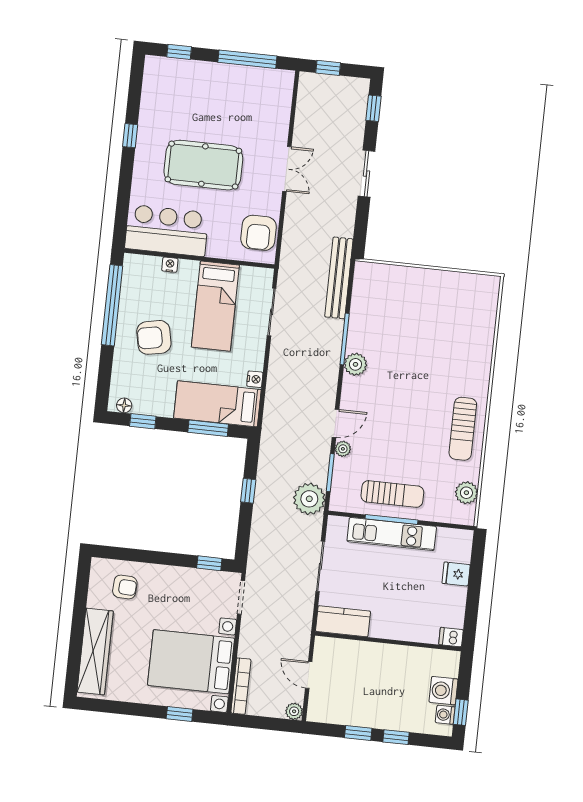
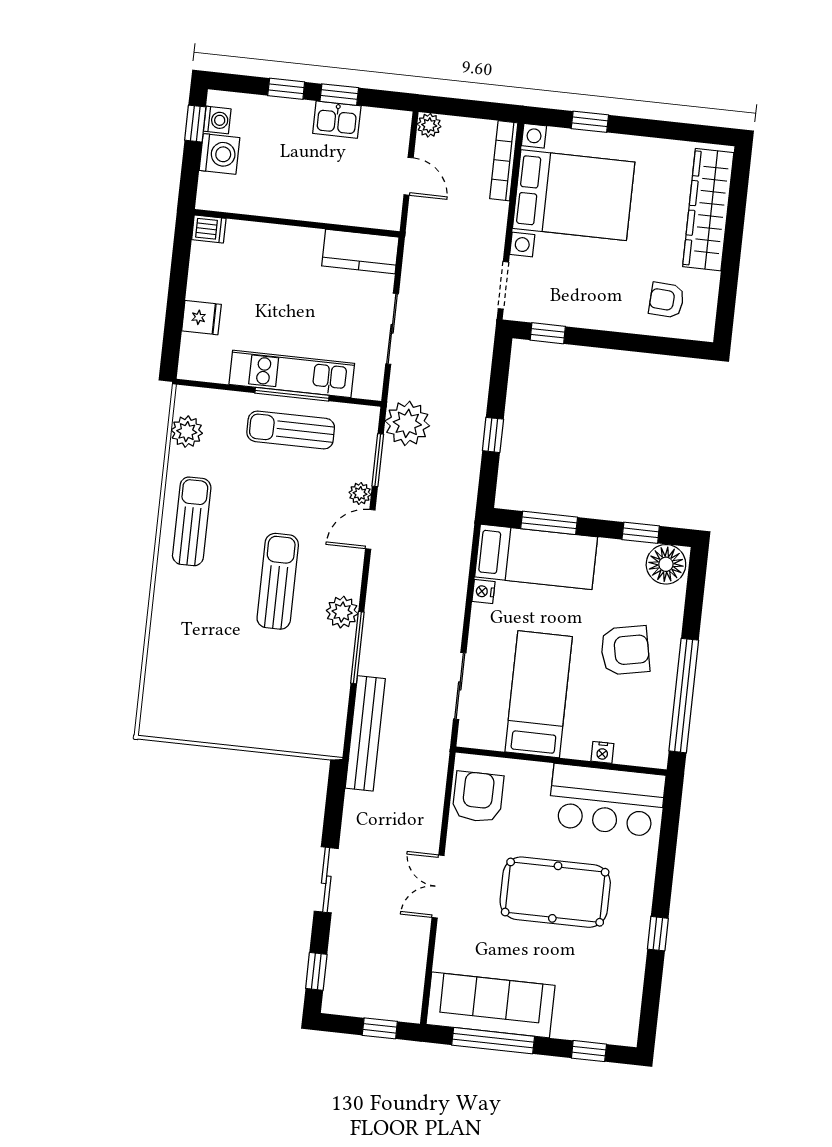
sofa: (249, 85) -> (491, 1005), added
sun lounger: (401, 386) -> (278, 581), added
floor lamp: (124, 405) -> (666, 564), width x1.89, depth x1.89
kitchen sink: (360, 715) -> (337, 120), added

